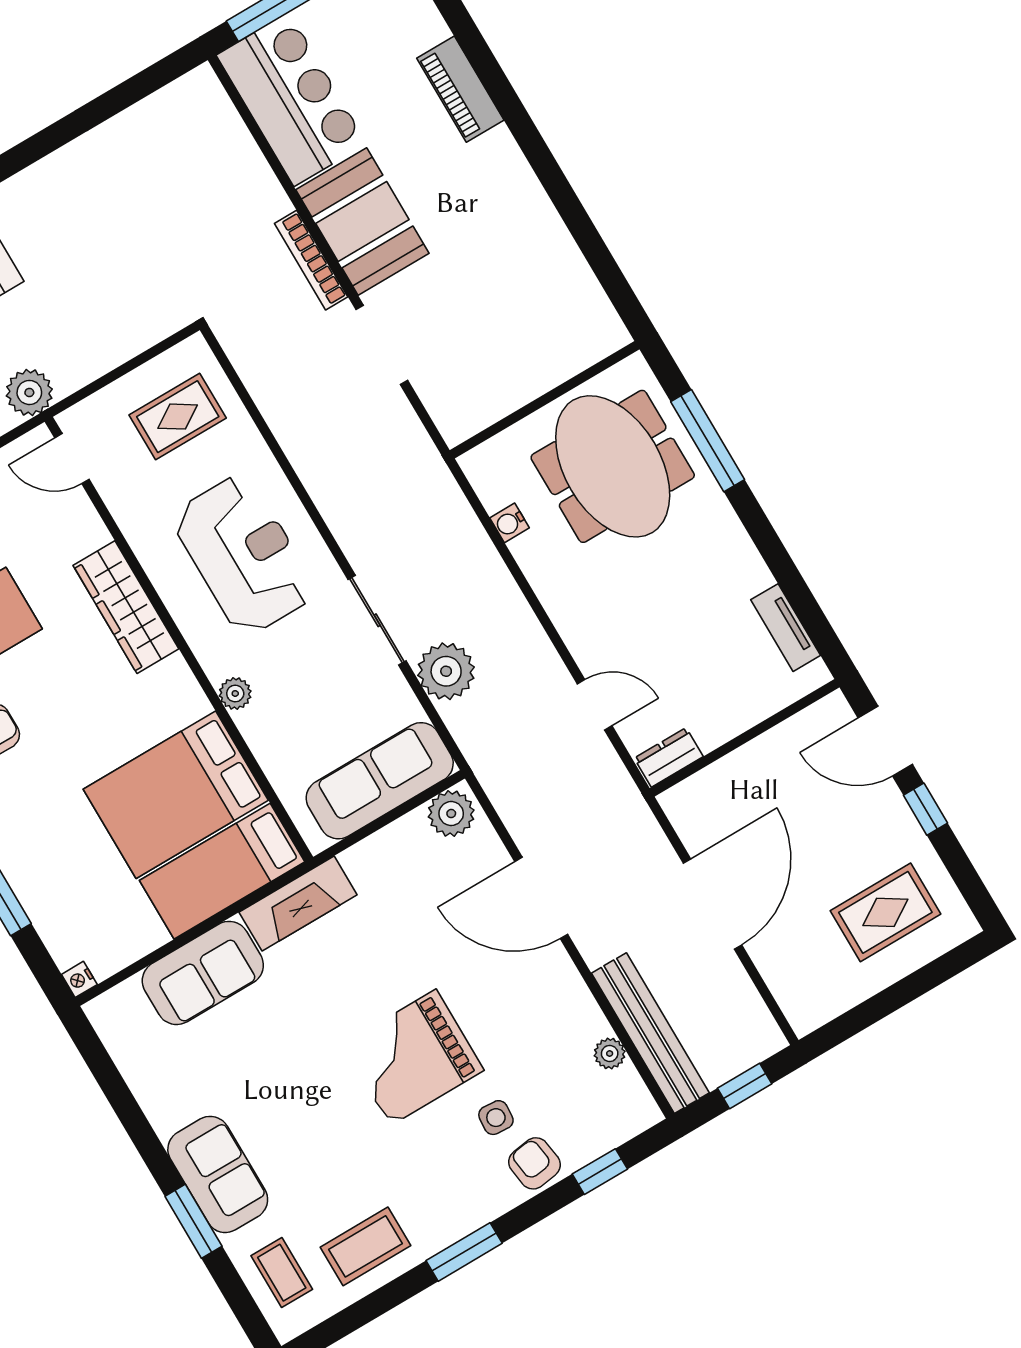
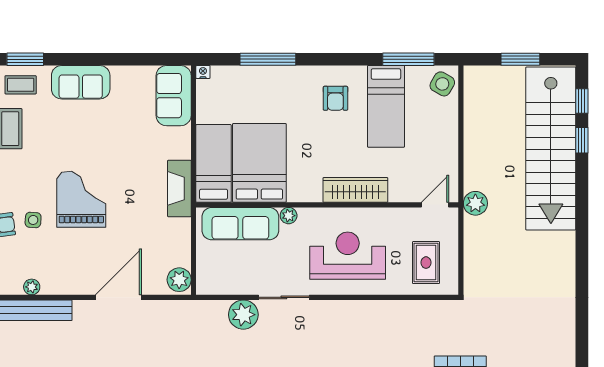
reception desk: (244, 555) -> (348, 256), turned 180
sofa: (380, 781) -> (240, 224), moved, turned 90
sofa: (203, 973) -> (174, 96), moved
window: (193, 1221) -> (25, 59), moved

